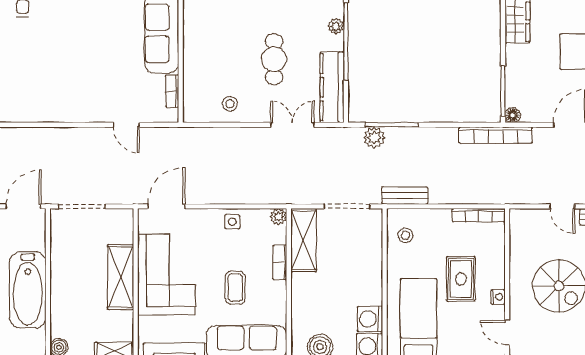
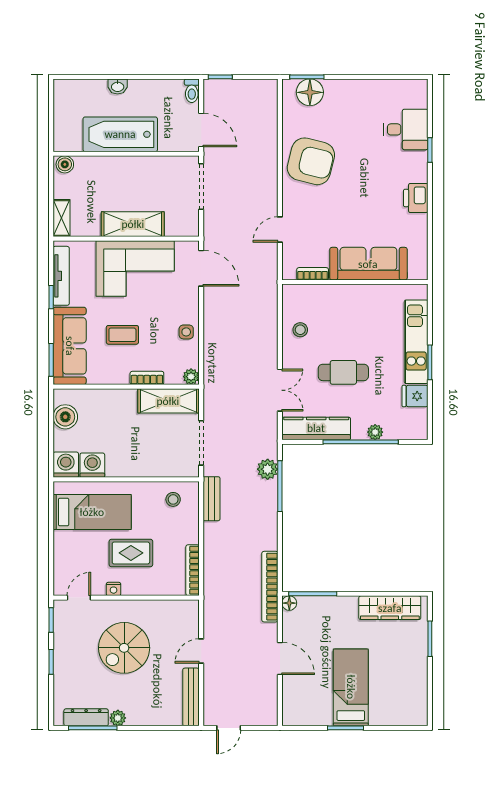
armchair: (56, 93) -> (311, 161), added

